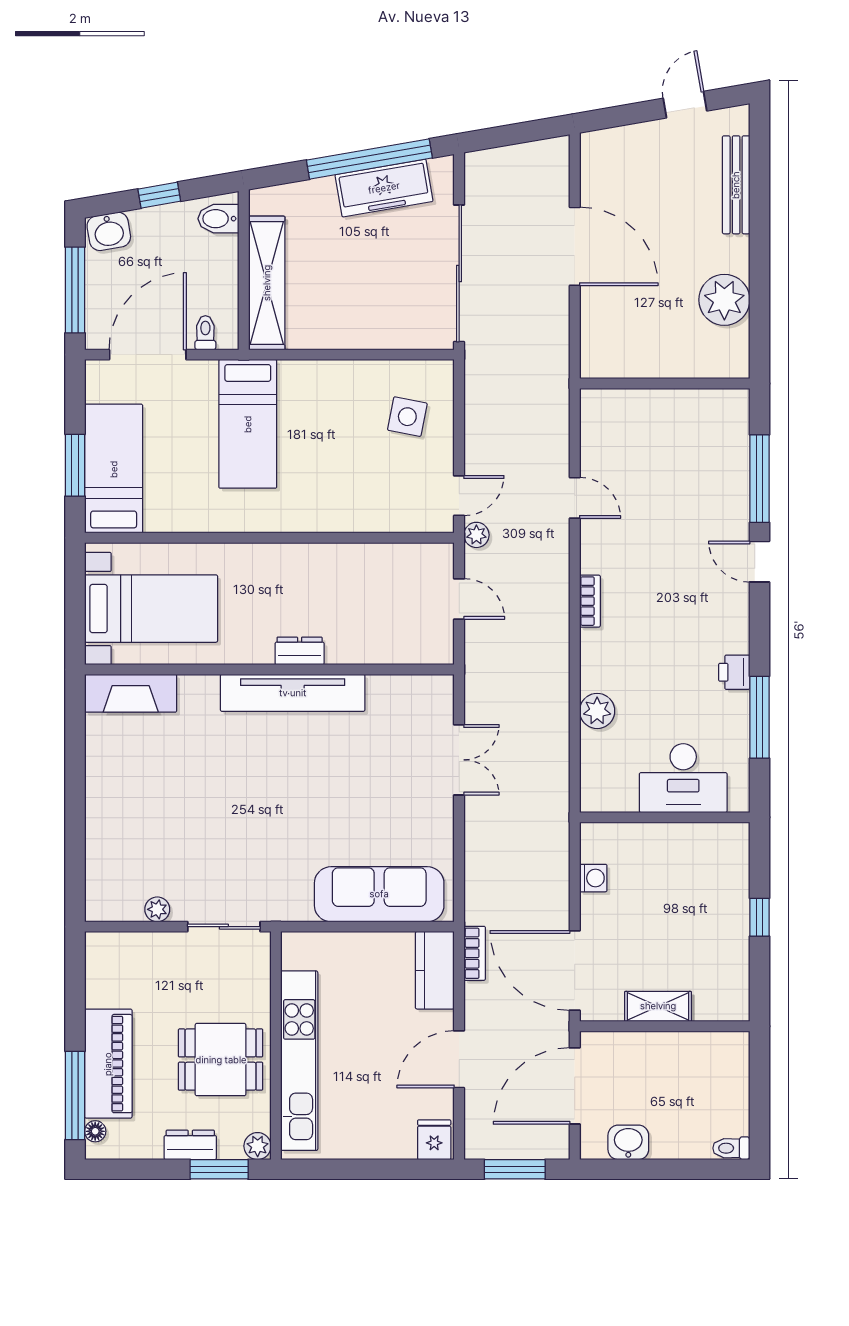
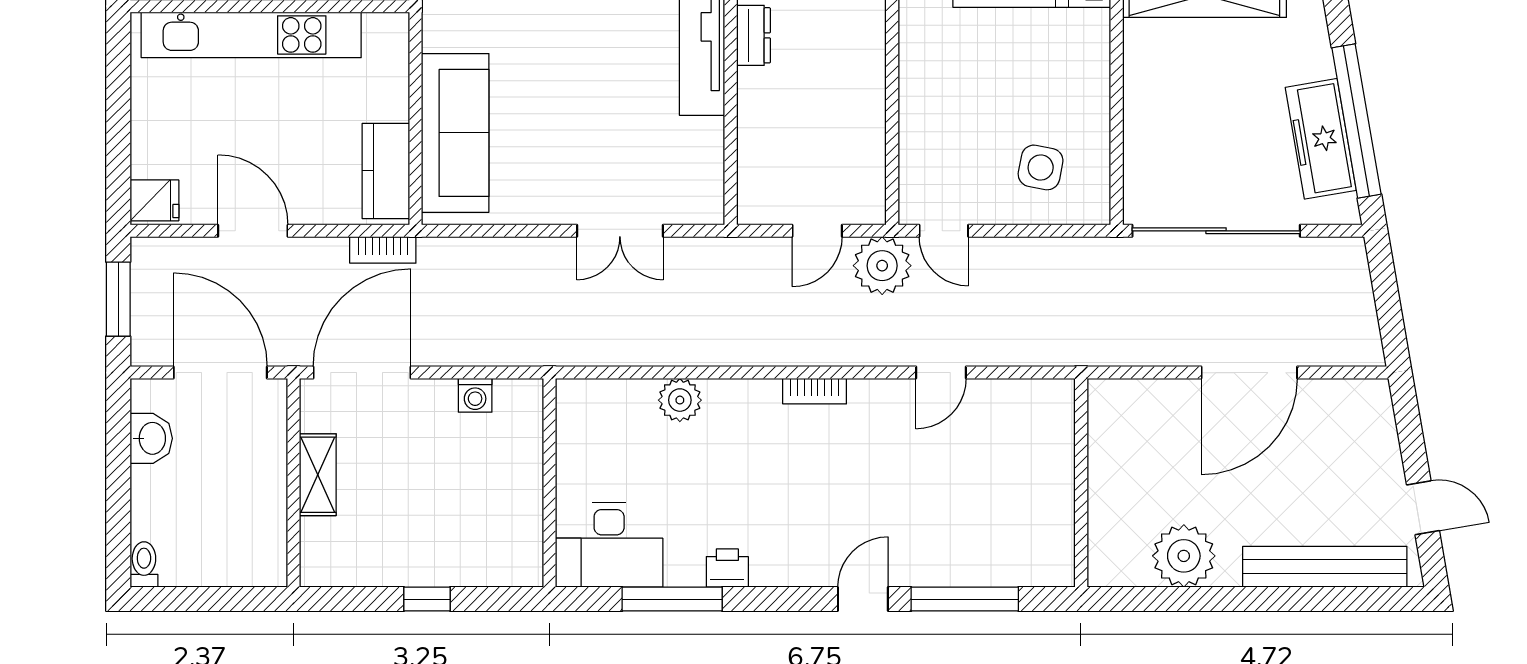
bench: (736, 185) -> (1325, 567), width x1.37, depth x1.21
plant: (476, 535) -> (882, 266), width x1.87, depth x1.87
desk: (683, 778) -> (609, 545), moved, turned -90
kitchen counter: (435, 970) -> (386, 171), moved, turned -90

